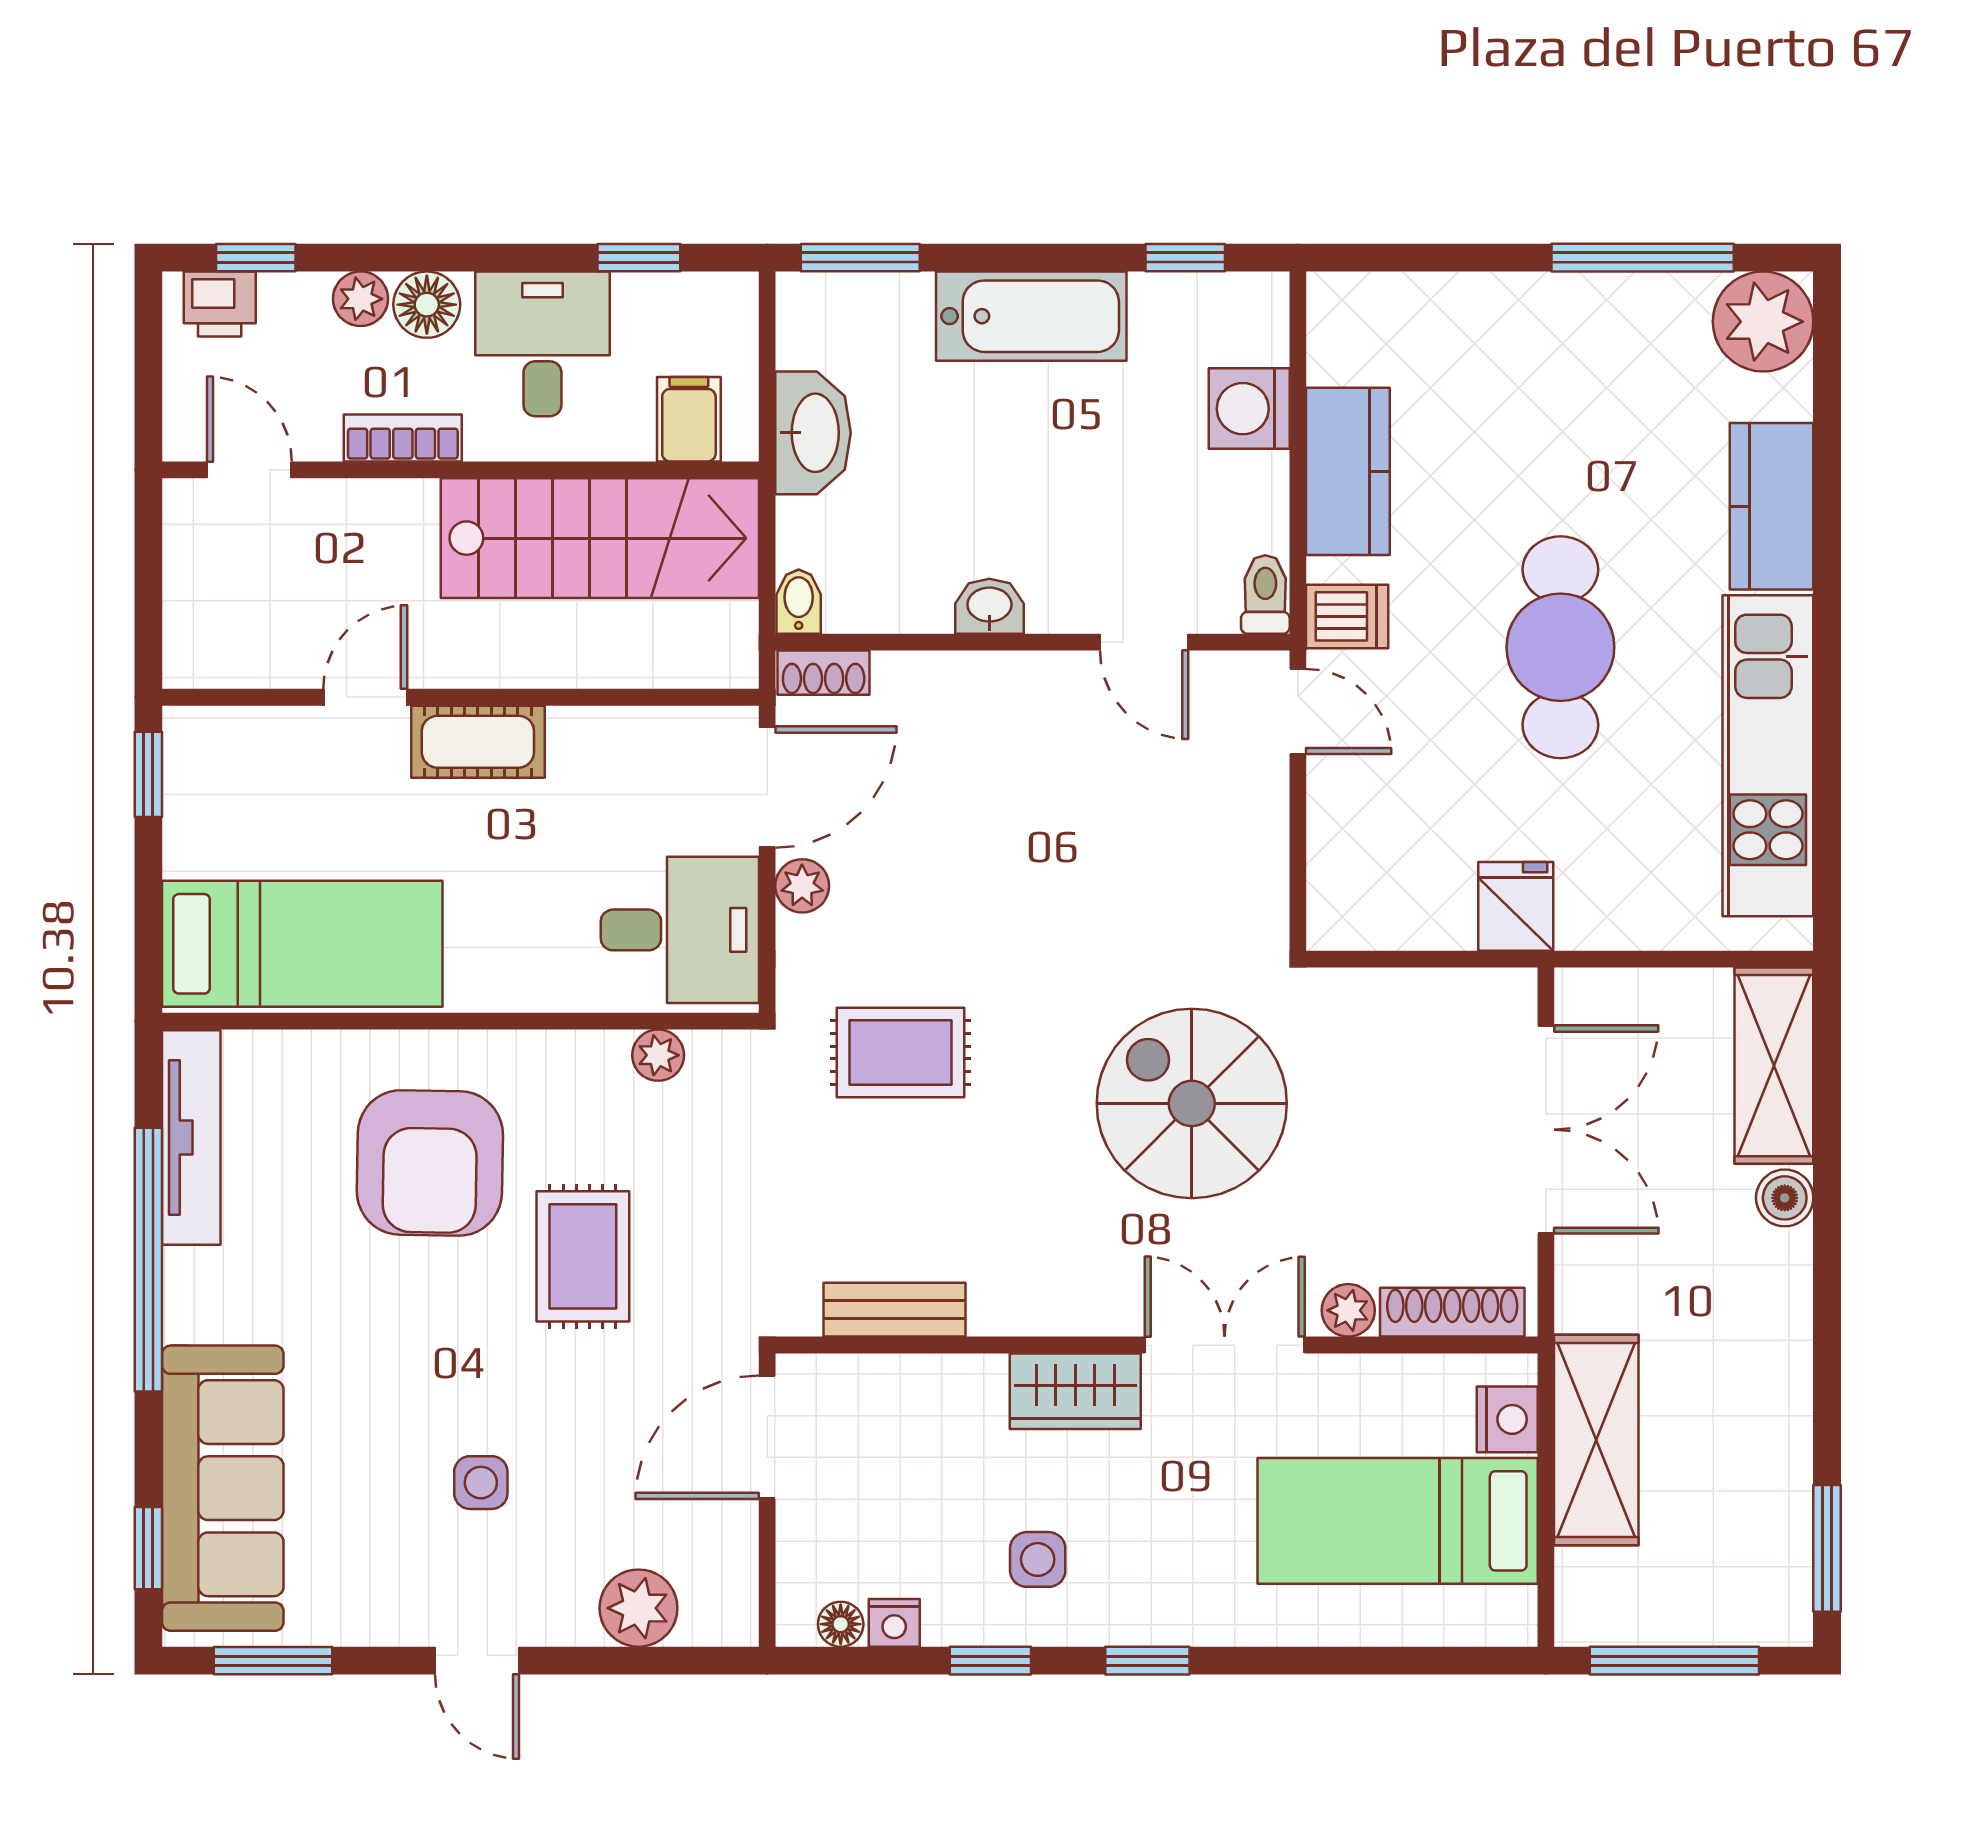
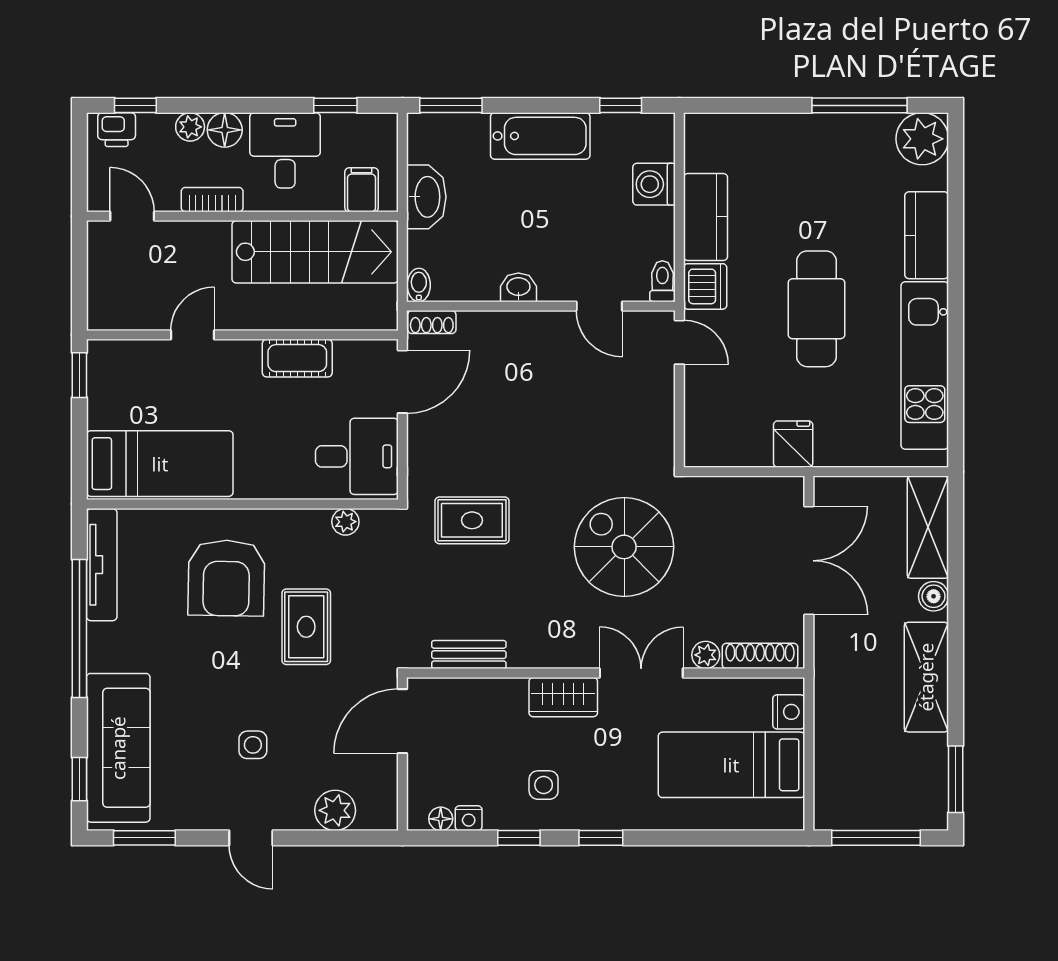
dishwasher: (1347, 616) -> (705, 286), width x1.38
cot: (478, 742) -> (297, 358), moved
plant: (802, 886) -> (421, 433), removed
shelving: (1596, 1440) -> (926, 677), moved

